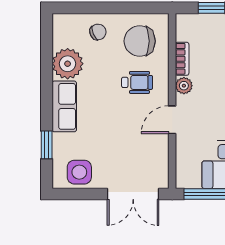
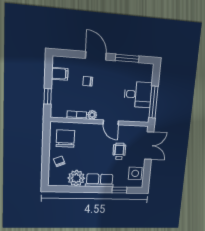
chair: (140, 41) -> (65, 139), turned 180
wheelchair: (137, 82) -> (119, 151), moved

